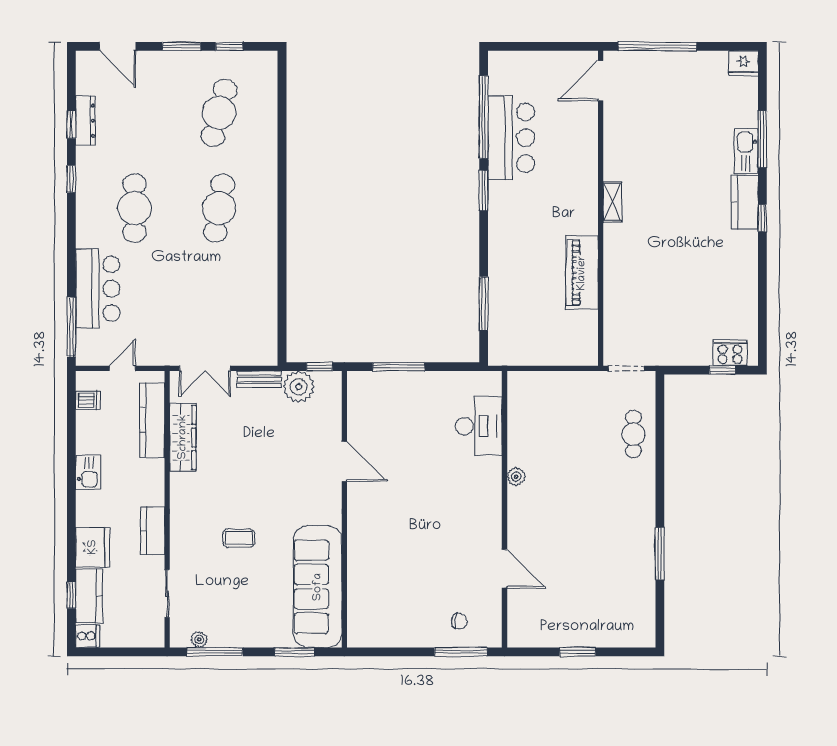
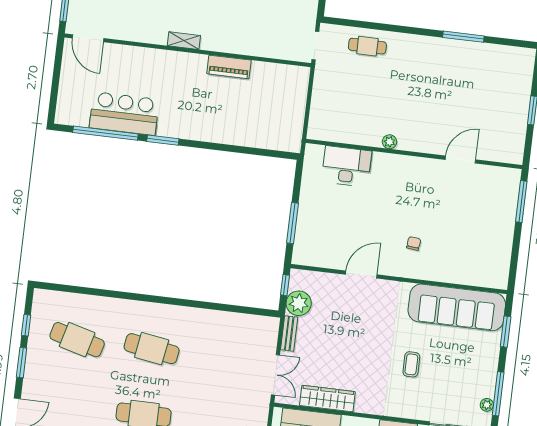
piano: (582, 273) -> (229, 67), width x0.73, depth x0.75
window: (484, 304) -> (251, 151), removed
chair: (459, 621) -> (414, 243), moved

